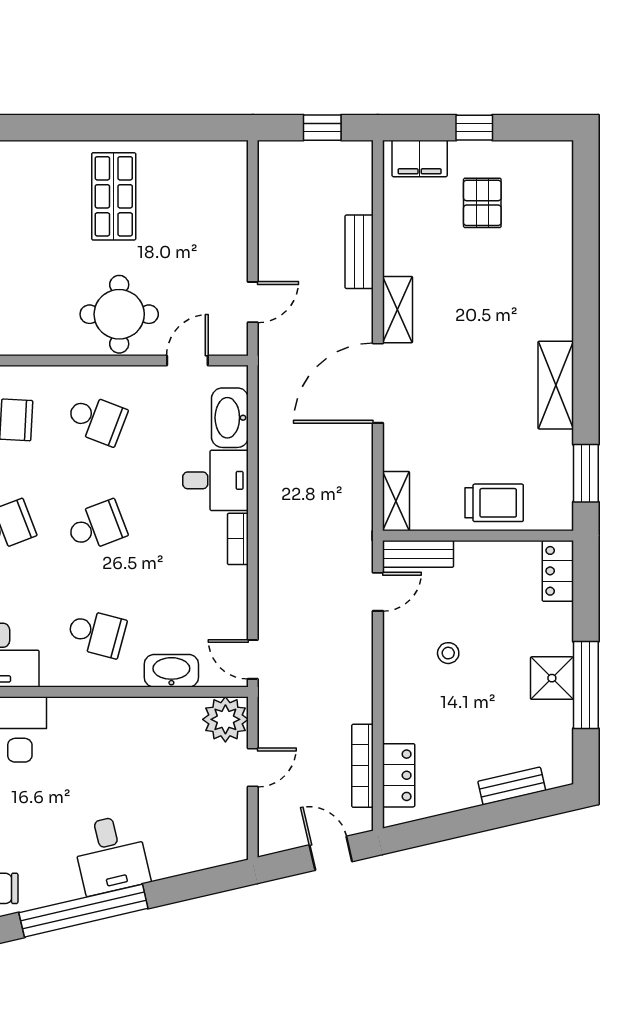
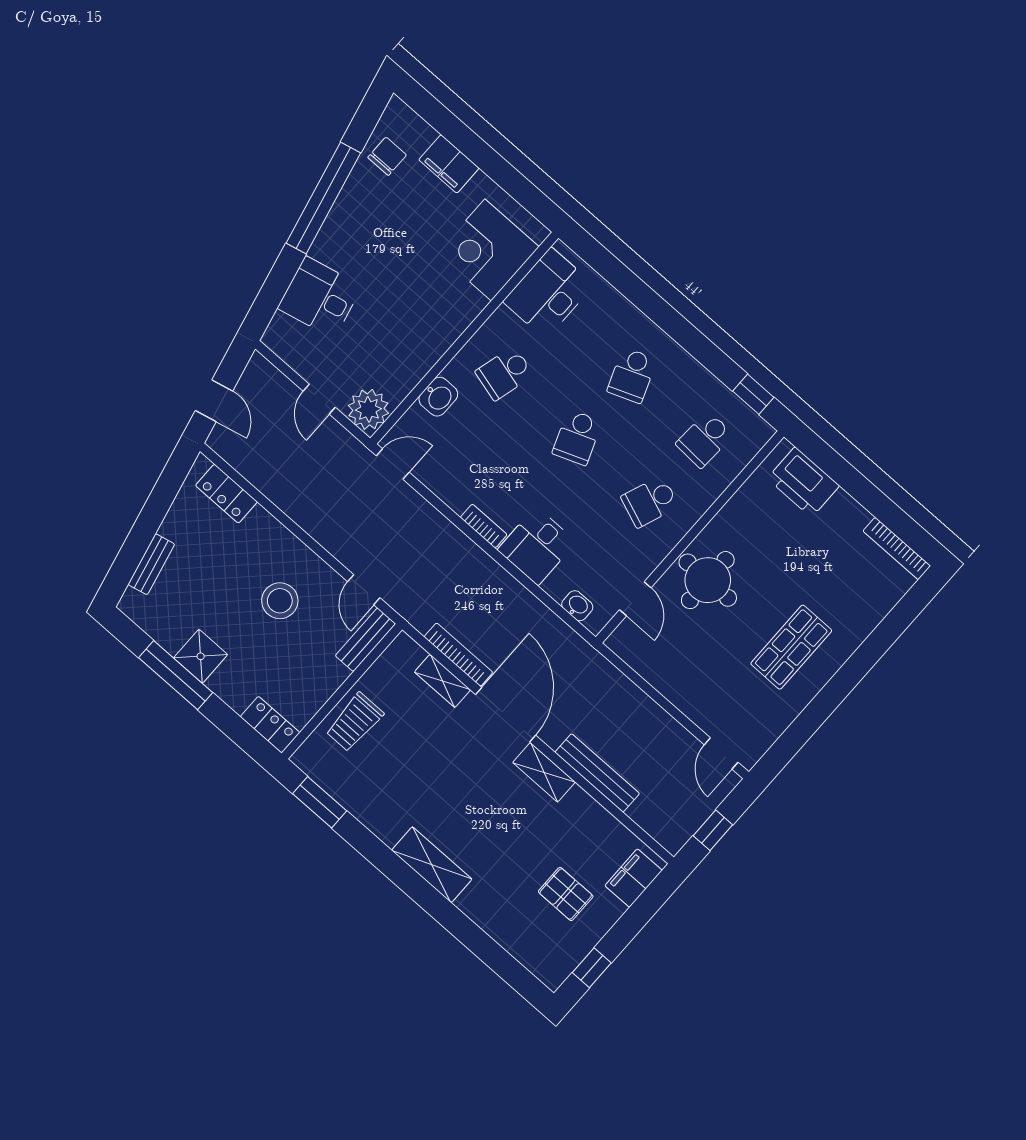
window: (474, 128) -> (592, 968), moved
shop shelf: (114, 196) -> (791, 647), turned 90
bench: (359, 252) -> (597, 773), width x1.36
door: (253, 302) -> (721, 753), moved
shelving: (556, 385) -> (432, 865), moved
washbasin: (230, 418) -> (577, 606), width x0.52, depth x0.69
shelving: (396, 501) -> (442, 681), moved
stool: (448, 653) -> (280, 601), width x1.89, depth x1.89
washbasin: (171, 671) -> (438, 397), width x0.72
bookcase: (363, 766) -> (458, 655), moved
door: (331, 853) -> (214, 401), hinge flipped
desk: (111, 854) -> (320, 297), moved

